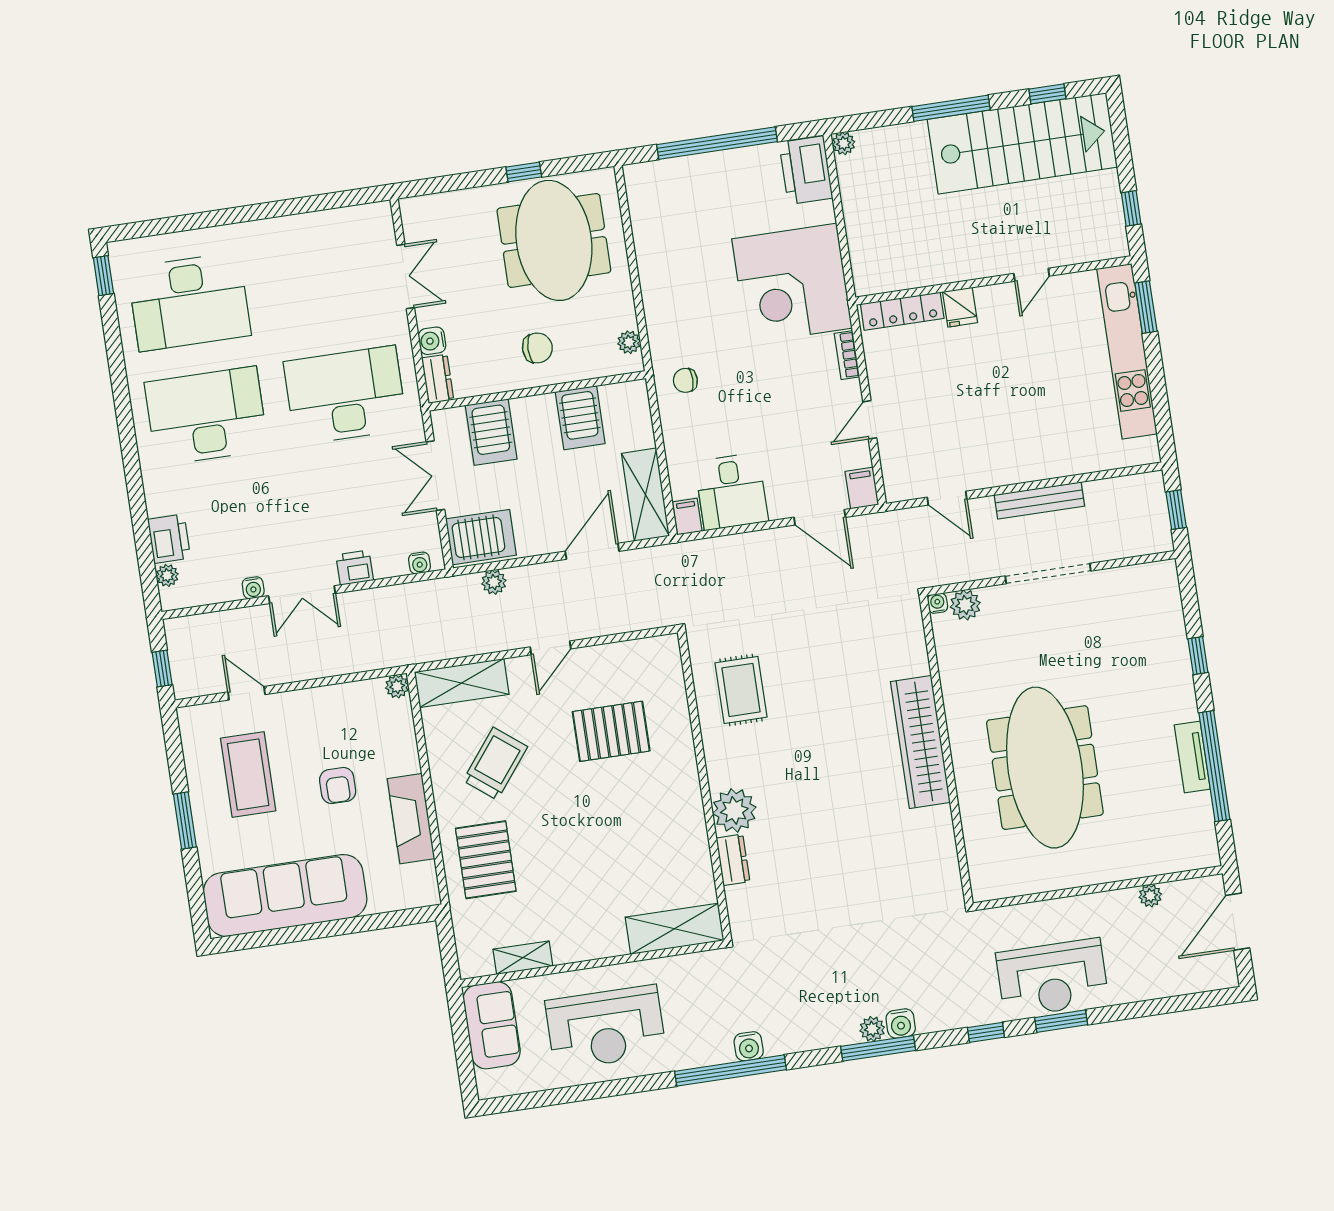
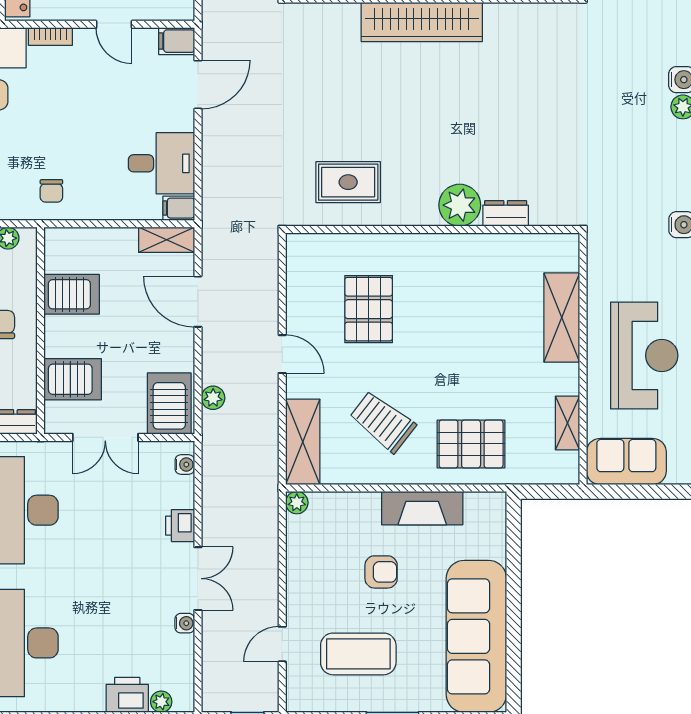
shelving: (645, 495) -> (167, 240), width x0.67, depth x0.75
shelving: (675, 929) -> (562, 318), moved

